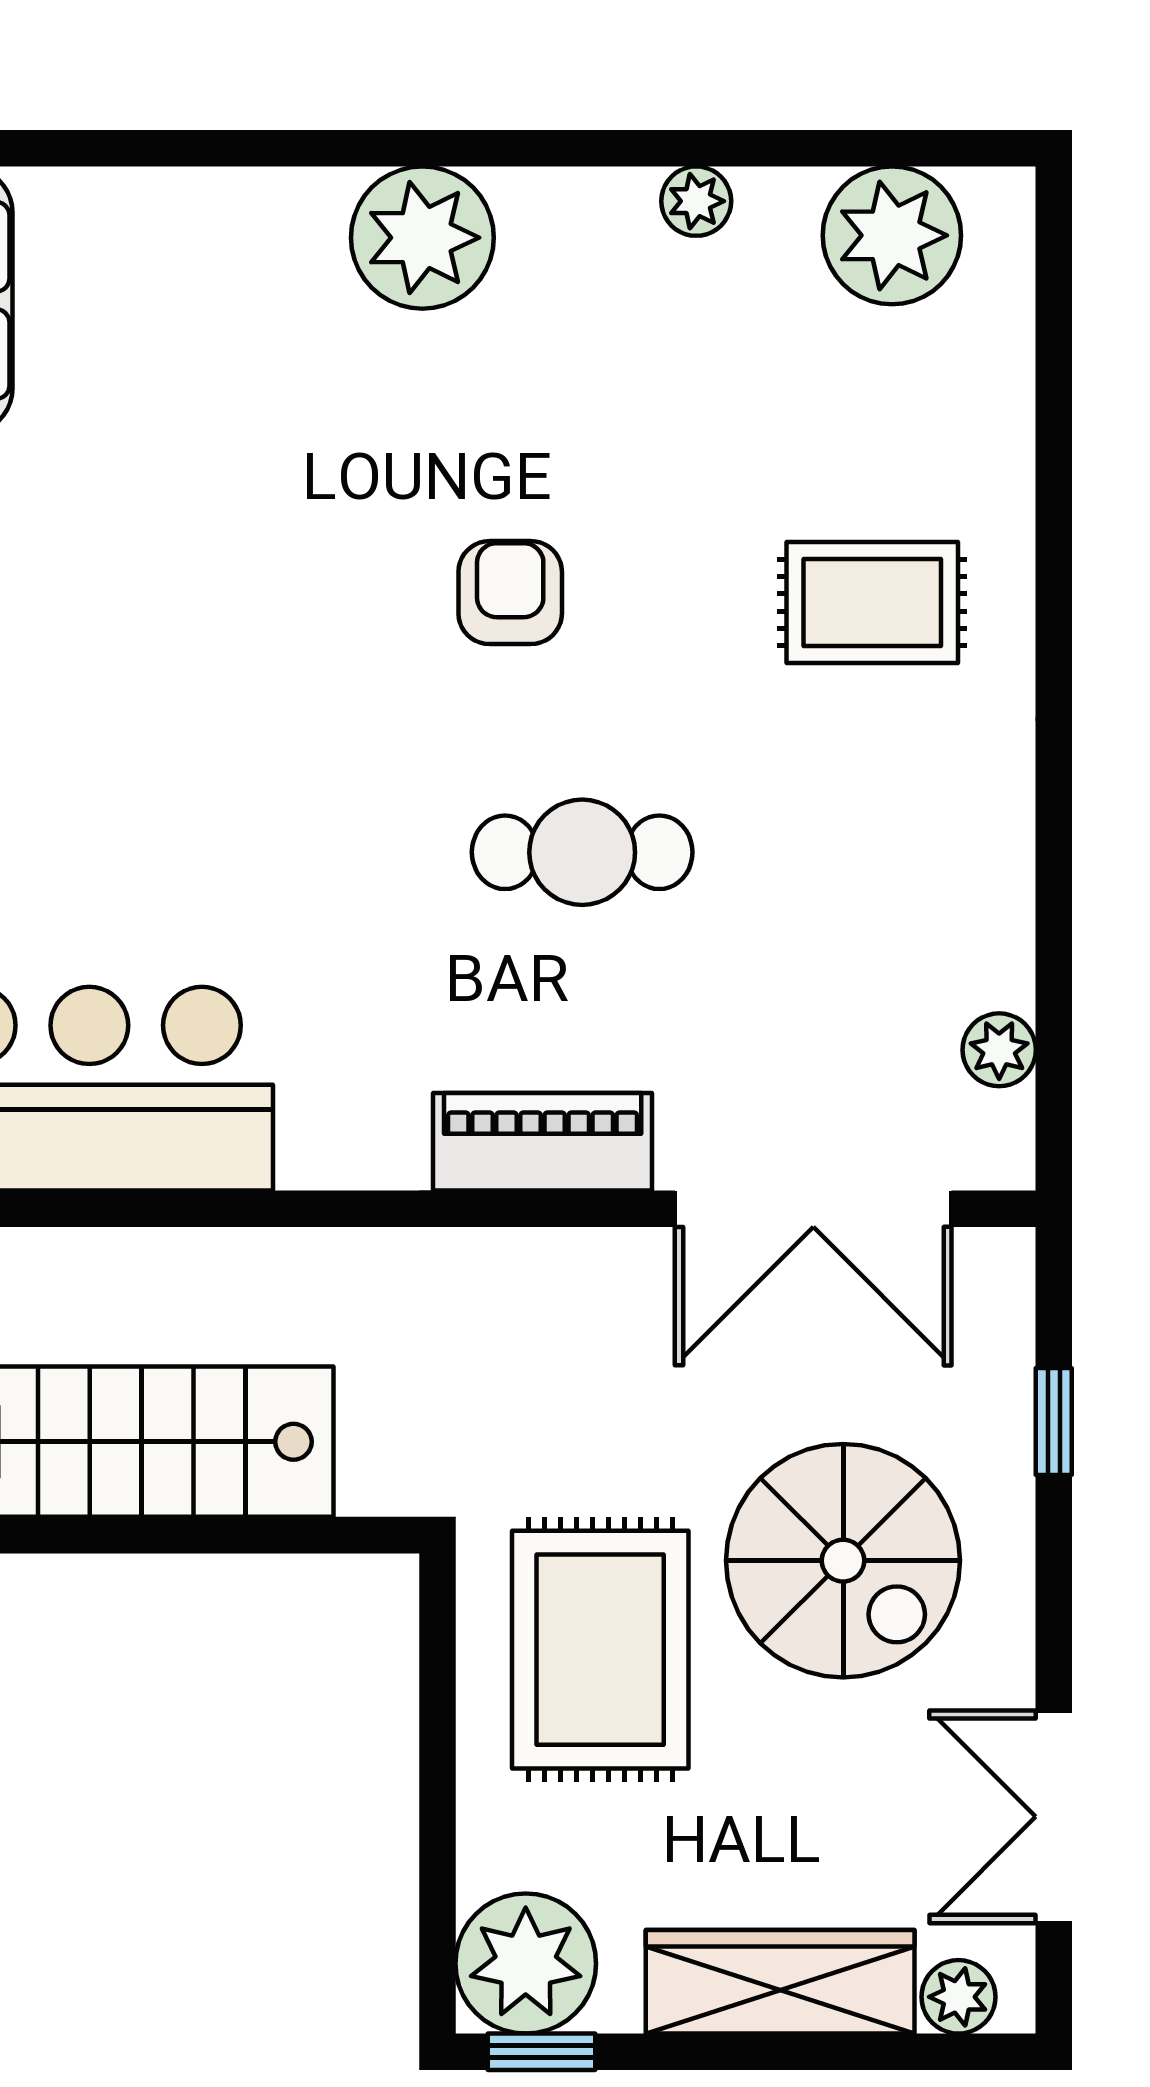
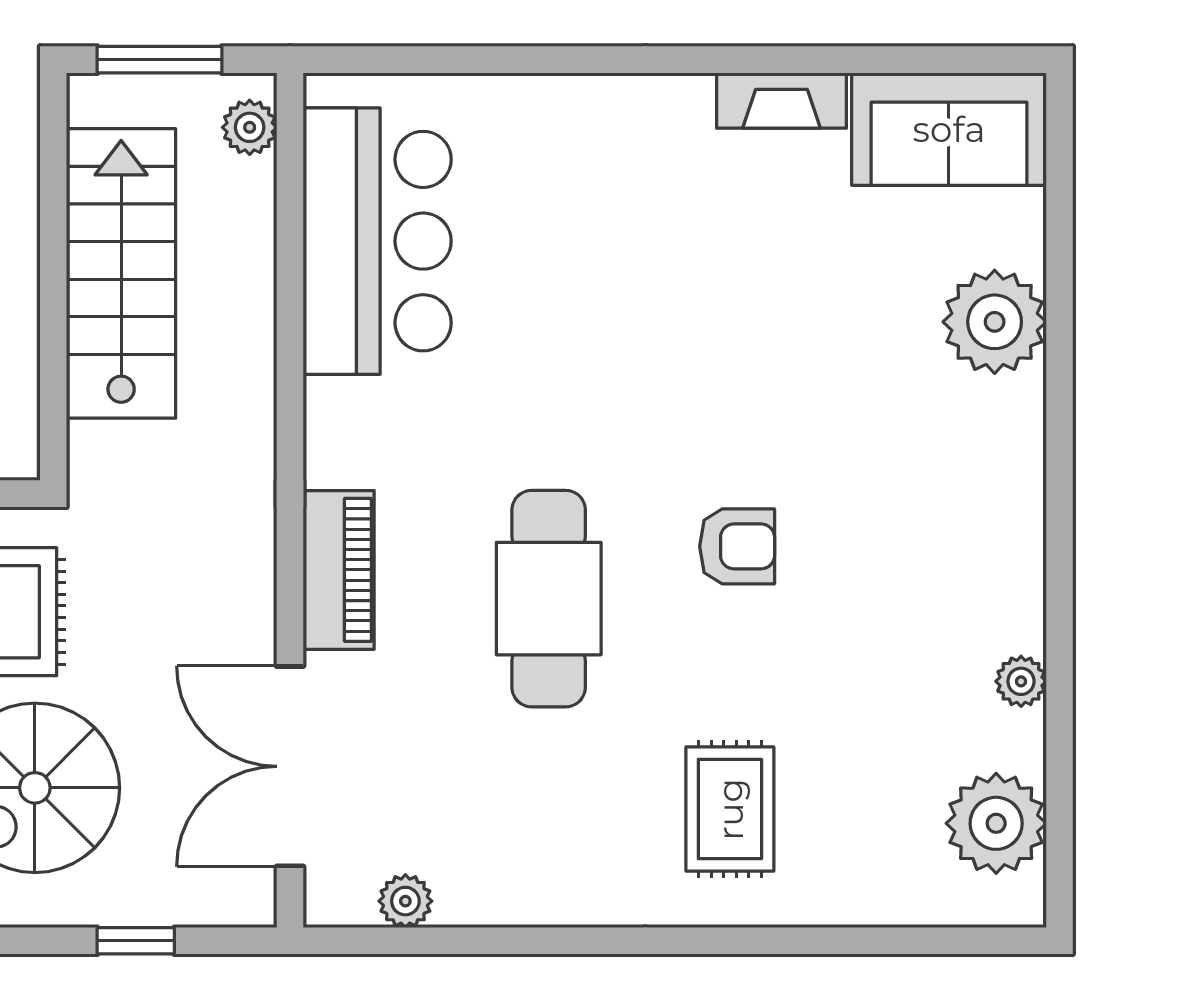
plant: (422, 238) -> (995, 322), moved
cafe table: (582, 852) -> (549, 599), width x1.37, depth x1.35

